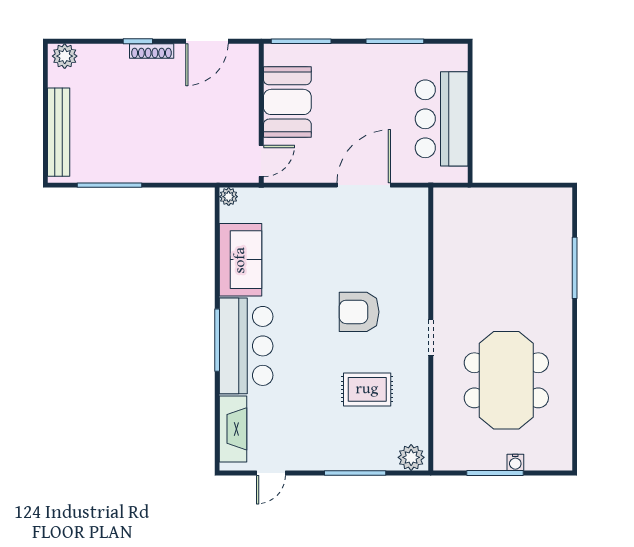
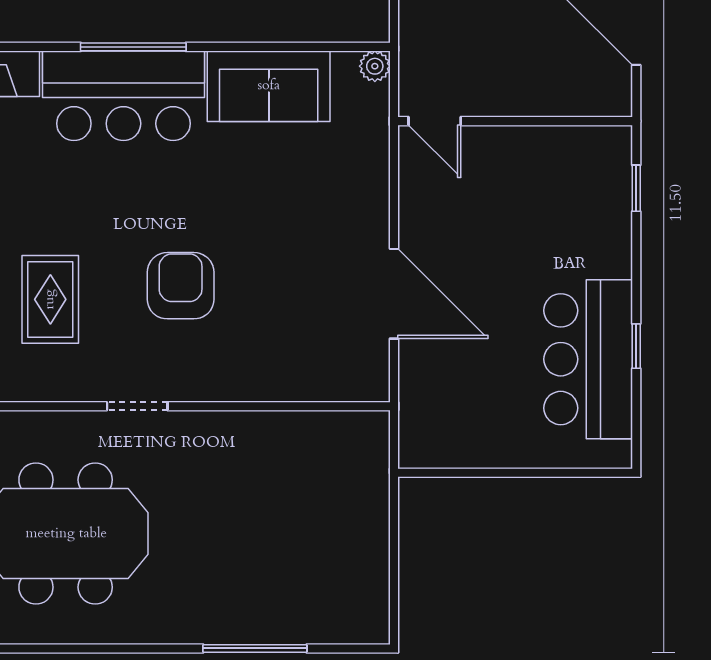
window: (301, 41) -> (636, 188), width x0.46
window: (395, 41) -> (636, 346), width x0.46
booth: (287, 102) -> (534, 165), removed
bar counter: (442, 119) -> (588, 359), moved, turned -90

